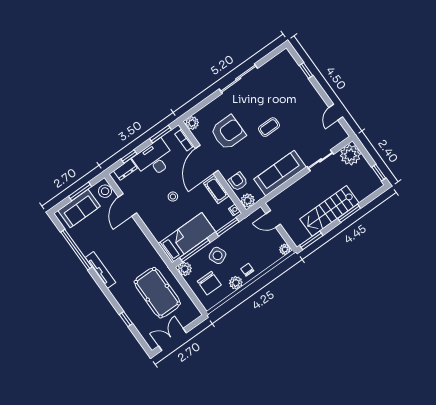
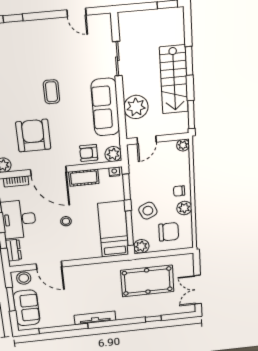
plant: (350, 155) -> (136, 107), moved

